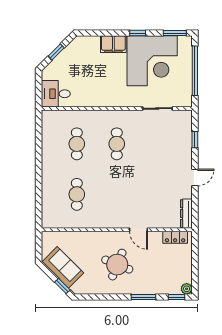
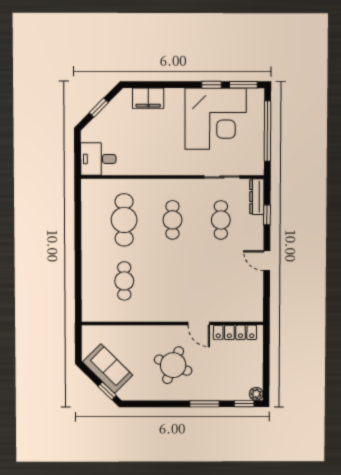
window: (138, 33) -> (211, 85), moved
filing cabinet: (113, 44) -> (148, 98), moved
cafe table: (77, 144) -> (124, 220), width x1.37, depth x1.35
cafe table: (157, 144) -> (221, 220), added
door: (195, 178) -> (267, 261), swing flipped
dresser: (186, 214) -> (257, 197), moved
locker: (175, 237) -> (235, 332), width x1.53

